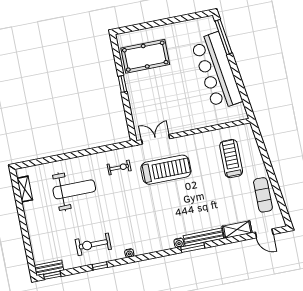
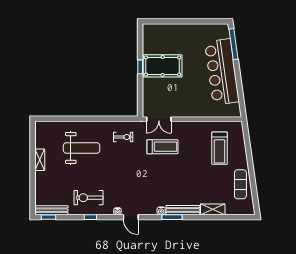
pool table: (145, 56) -> (163, 66), moved
double door: (156, 139) -> (159, 119), swing flipped
treadmill: (231, 159) -> (220, 148), turned 180
treadmill: (166, 170) -> (162, 147), width x0.73, depth x0.73
shelving: (25, 189) -> (40, 160), moved
door: (264, 233) -> (131, 217), moved
bench: (49, 268) -> (51, 210), width x1.36

